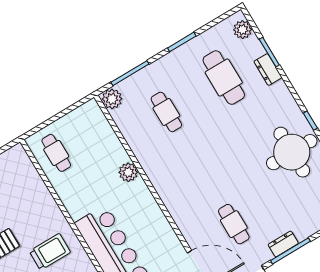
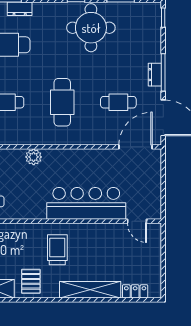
cafe table: (200, 168) -> (62, 102), added

